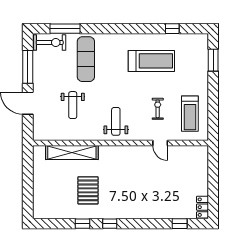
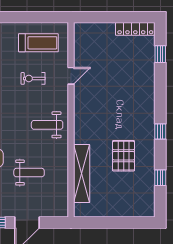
pallet: (88, 190) -> (124, 156), turned 90
locker: (202, 207) -> (135, 29), width x1.53
window: (82, 224) -> (160, 178), moved

